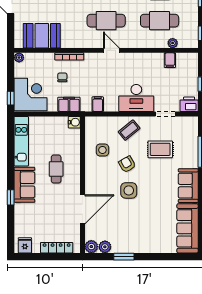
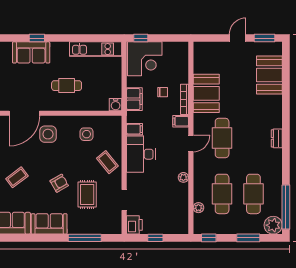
booth: (42, 36) -> (206, 93), moved
plant: (19, 58) -> (183, 177), moved
filing cabinet: (170, 60) -> (181, 121), moved
desk: (136, 98) -> (141, 154), moved
armchair: (127, 164) -> (59, 183), moved
sofa: (24, 185) -> (31, 52), moved
side table: (129, 190) -> (48, 134), moved
door: (83, 209) -> (24, 113), hinge flipped
coffee table: (144, 216) -> (17, 177), added

